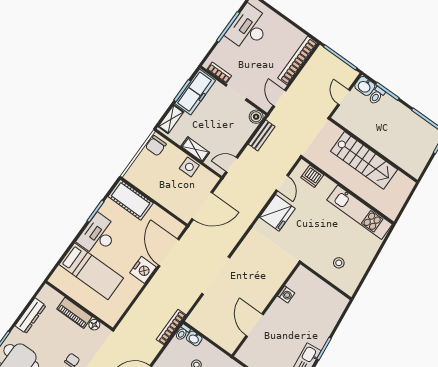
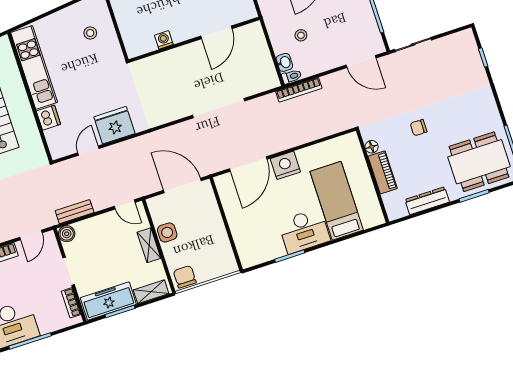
chair: (156, 146) -> (185, 277), turned -90
dishwasher: (312, 176) -> (48, 118), moved
cot: (131, 200) -> (248, 242), removed

